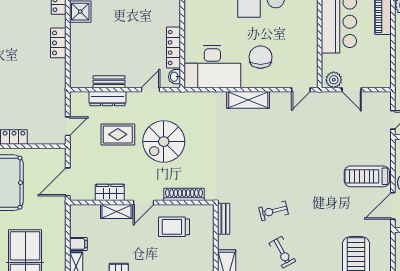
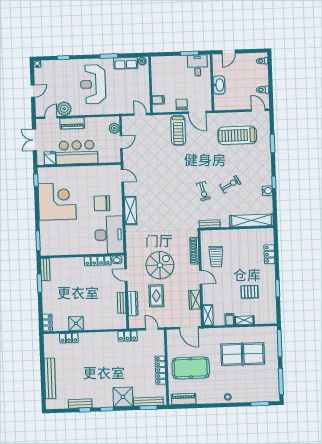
locker: (58, 43) -> (127, 336), moved
plant: (334, 80) -> (114, 128), moved
spiral stairs: (164, 142) -> (160, 265), turned -90
shelving: (117, 212) -> (208, 315), moved

